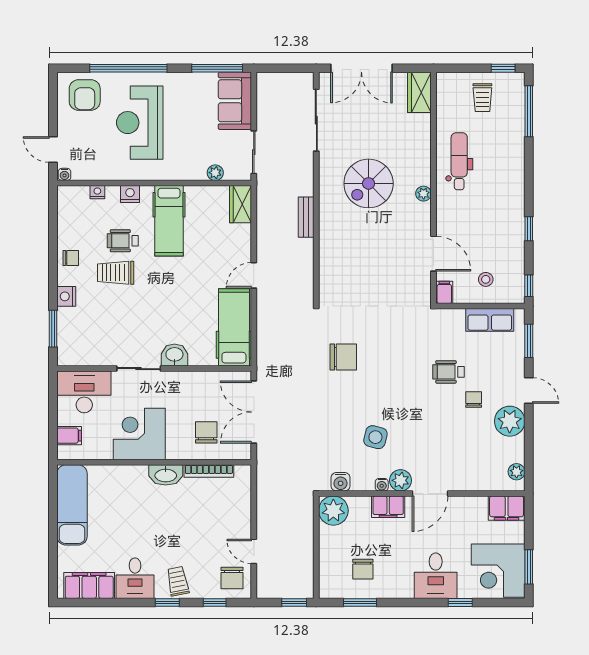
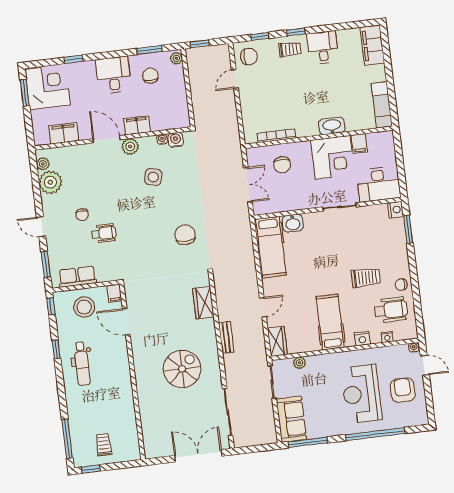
wardrobe: (419, 92) -> (203, 303), moved, turned 180
armchair: (85, 95) -> (403, 390), moved
reception desk: (140, 123) -> (362, 394), turned 180
dental chair: (459, 161) -> (82, 364), moved
plant: (424, 194) -> (139, 366), removed
wheelchair: (123, 241) -> (391, 310), moved, width x1.36, depth x1.37
door: (254, 275) -> (263, 307), moved
stool: (486, 279) -> (84, 307), width x1.89, depth x1.89
nightstand: (66, 296) -> (396, 210), moved
washbasin: (174, 355) -> (293, 223), moved
chair: (343, 357) -> (185, 235), turned 90
double door: (254, 412) -> (248, 185), width x0.73
plant: (510, 421) -> (50, 182), moved
filing cabinet: (69, 436) -> (359, 144), moved, turned -90
washbasin: (166, 475) -> (332, 126), moved
water cooler: (382, 485) -> (162, 139), moved
door: (430, 494) -> (107, 139), hinge flipped
exam couch: (72, 505) -> (382, 105), width x0.73, depth x0.69
filing cabinet: (507, 508) -> (64, 133), moved
plant: (333, 511) -> (176, 58), moved, width x0.53, depth x0.53
door: (254, 551) -> (235, 79), swing flipped
desk: (436, 576) -> (114, 75), moved
chair: (232, 578) -> (249, 57), turned 90
trolley: (178, 581) -> (290, 49), turned -79
filing cabinet: (89, 585) -> (372, 45), moved, turned 90

